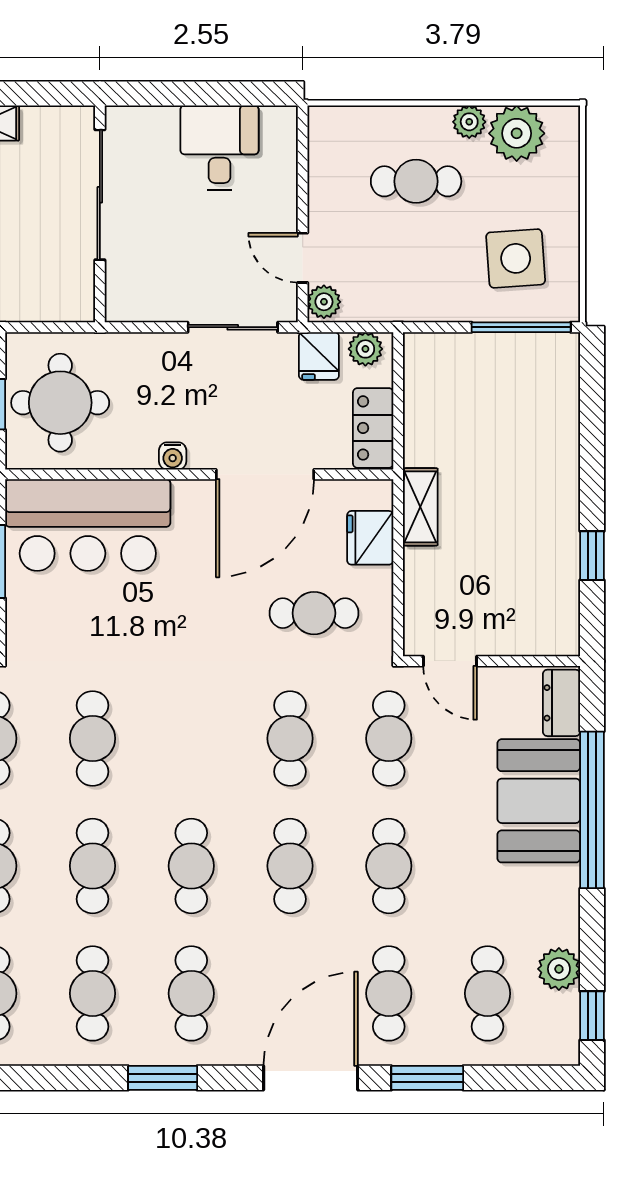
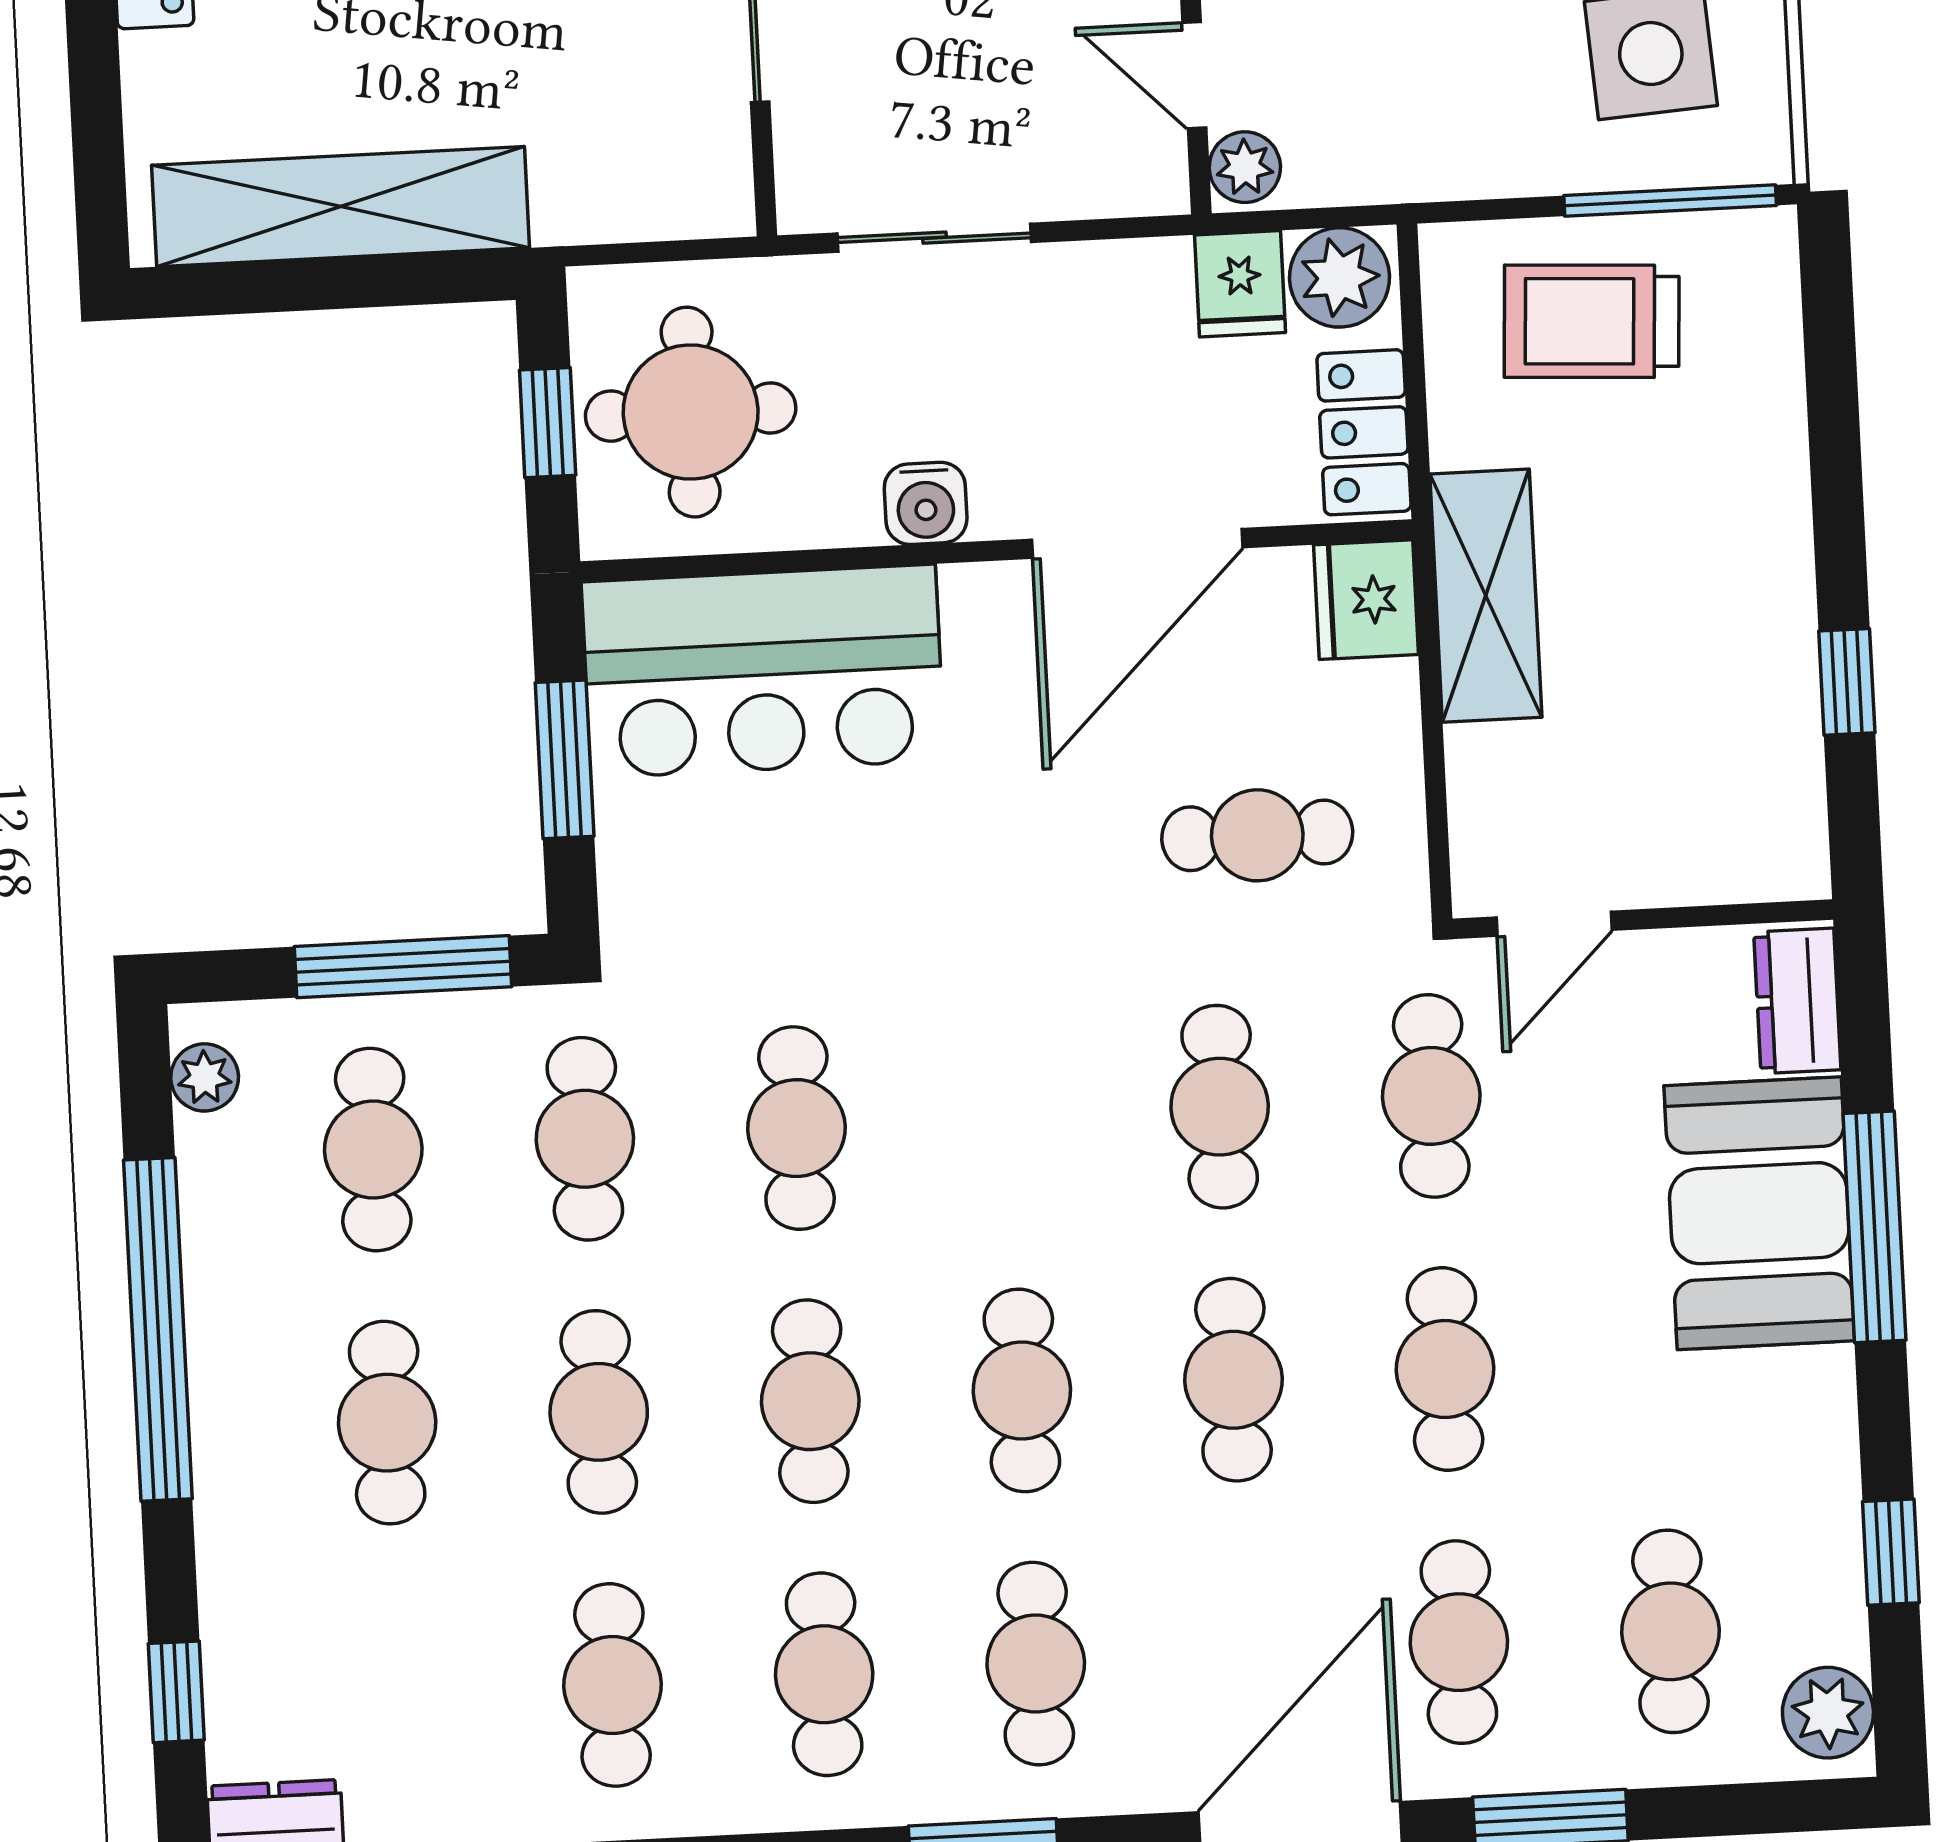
sliding door: (233, 327) -> (934, 238), moved
plant: (365, 349) -> (1339, 277), width x1.38, depth x1.38
trolley: (482, 382) -> (1592, 321), added
water cooler: (173, 456) -> (926, 503), width x1.38, depth x1.38
shelving: (420, 507) -> (1486, 596), width x1.50, depth x1.33
fridge: (370, 538) -> (1366, 600), moved
door: (450, 661) -> (1554, 924), hinge flipped
window: (592, 810) -> (1874, 1227), width x0.68
plant: (559, 969) -> (1828, 1713), moved
window: (592, 1016) -> (1891, 1552), moved

